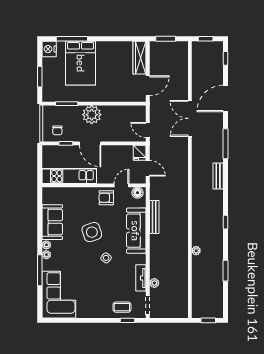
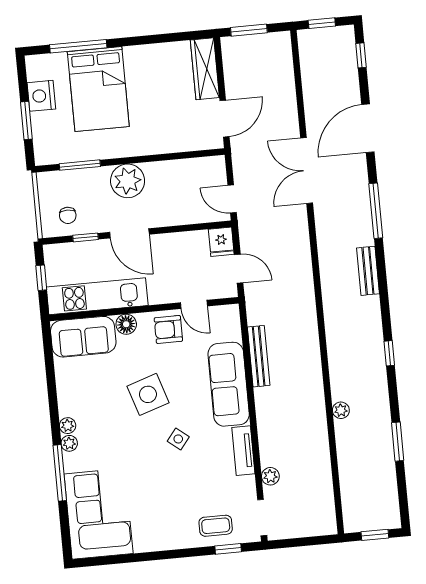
nightstand: (49, 49) -> (41, 96), moved
window: (40, 163) -> (41, 278), added
door: (122, 185) -> (194, 304), swing flipped
floor lamp: (137, 193) -> (126, 324), moved
sofa: (52, 222) -> (83, 337), moved, turned 90
tv unit: (141, 278) -> (243, 451), moved

